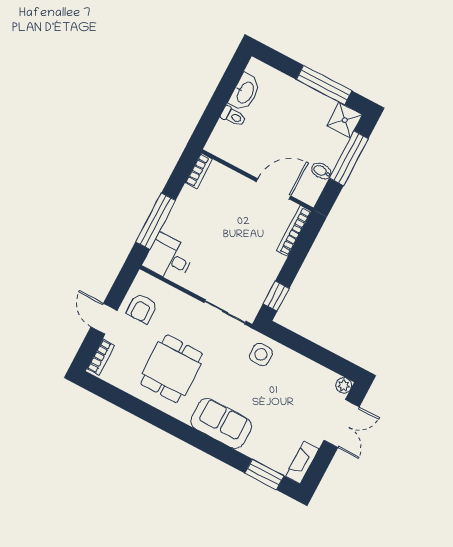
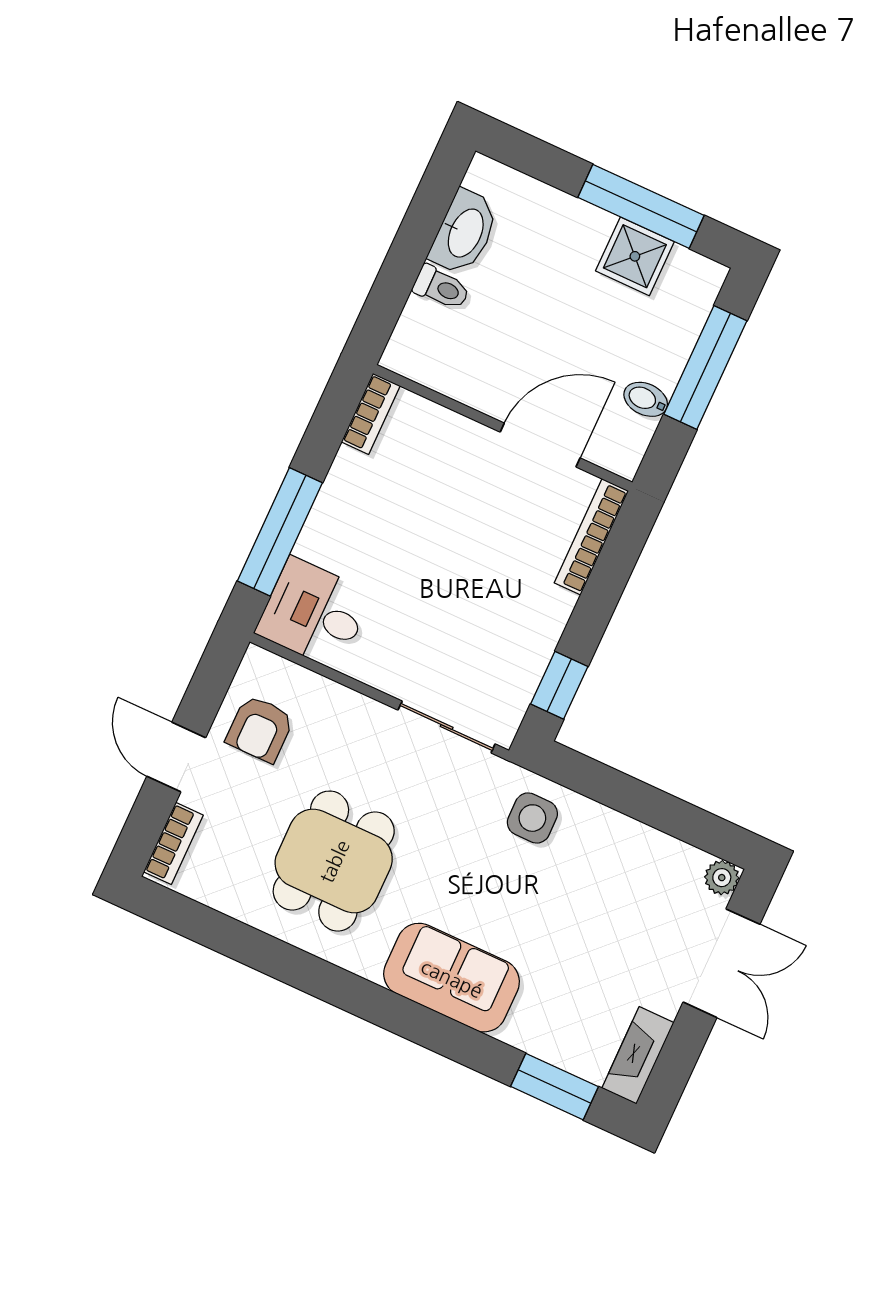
shower: (345, 120) -> (635, 256), moved

